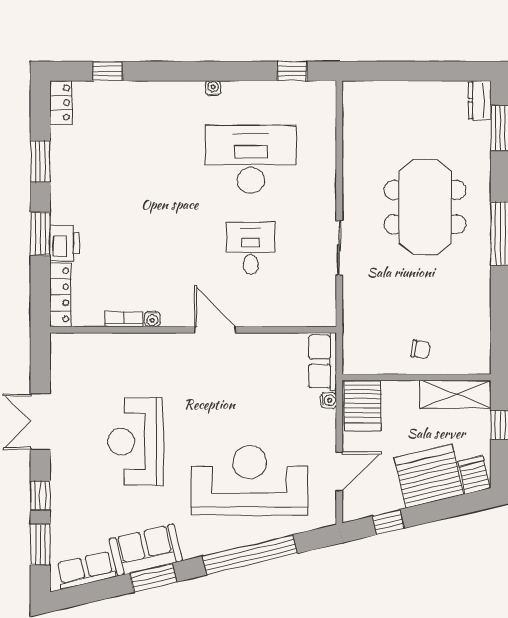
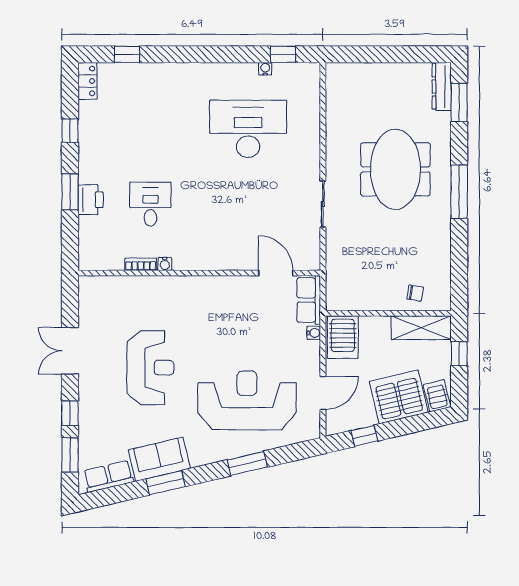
water cooler: (213, 88) -> (265, 69), moved
dresser: (480, 100) -> (442, 86), width x1.44
window: (40, 161) -> (70, 131), width x0.67
desk: (251, 248) -> (150, 204), moved
locker: (60, 295) -> (87, 244), removed
door: (215, 330) -> (276, 273), moved
chair: (420, 349) -> (415, 293), moved
reception desk: (135, 441) -> (150, 368), turned 180
window: (250, 555) -> (247, 463), width x0.47

